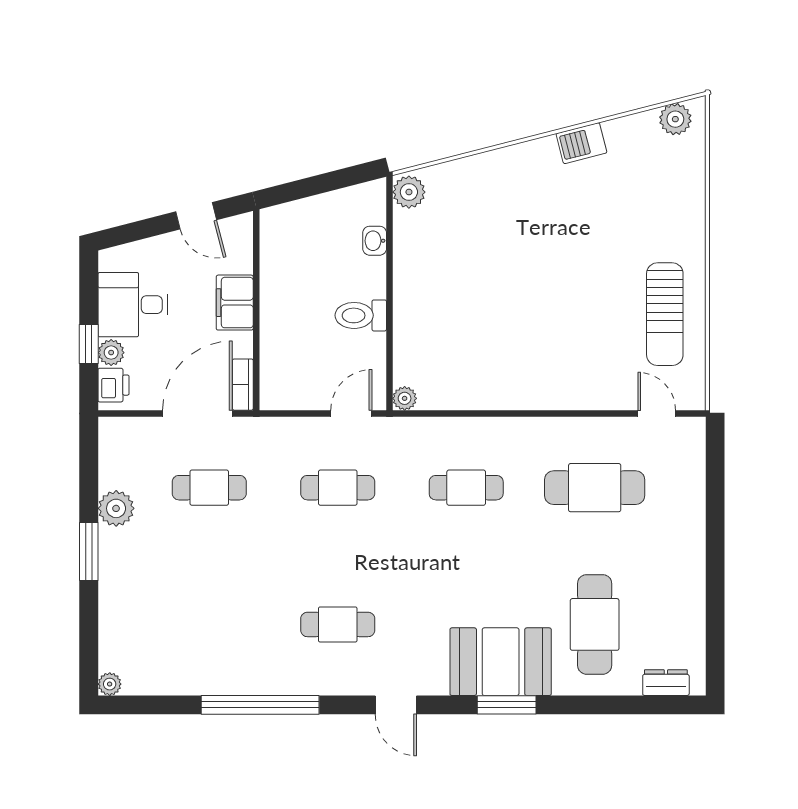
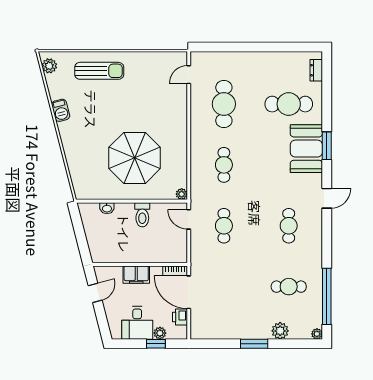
plant: (409, 192) -> (84, 192), removed
parasol: (481, 299) -> (135, 158), added
sun lounger: (665, 314) -> (99, 71), moved
printer: (114, 385) -> (180, 317), moved, turned -90
cafe table: (209, 488) -> (289, 287), moved, turned 90
plant: (116, 508) -> (280, 331), moved
window: (260, 705) -> (327, 296), moved

